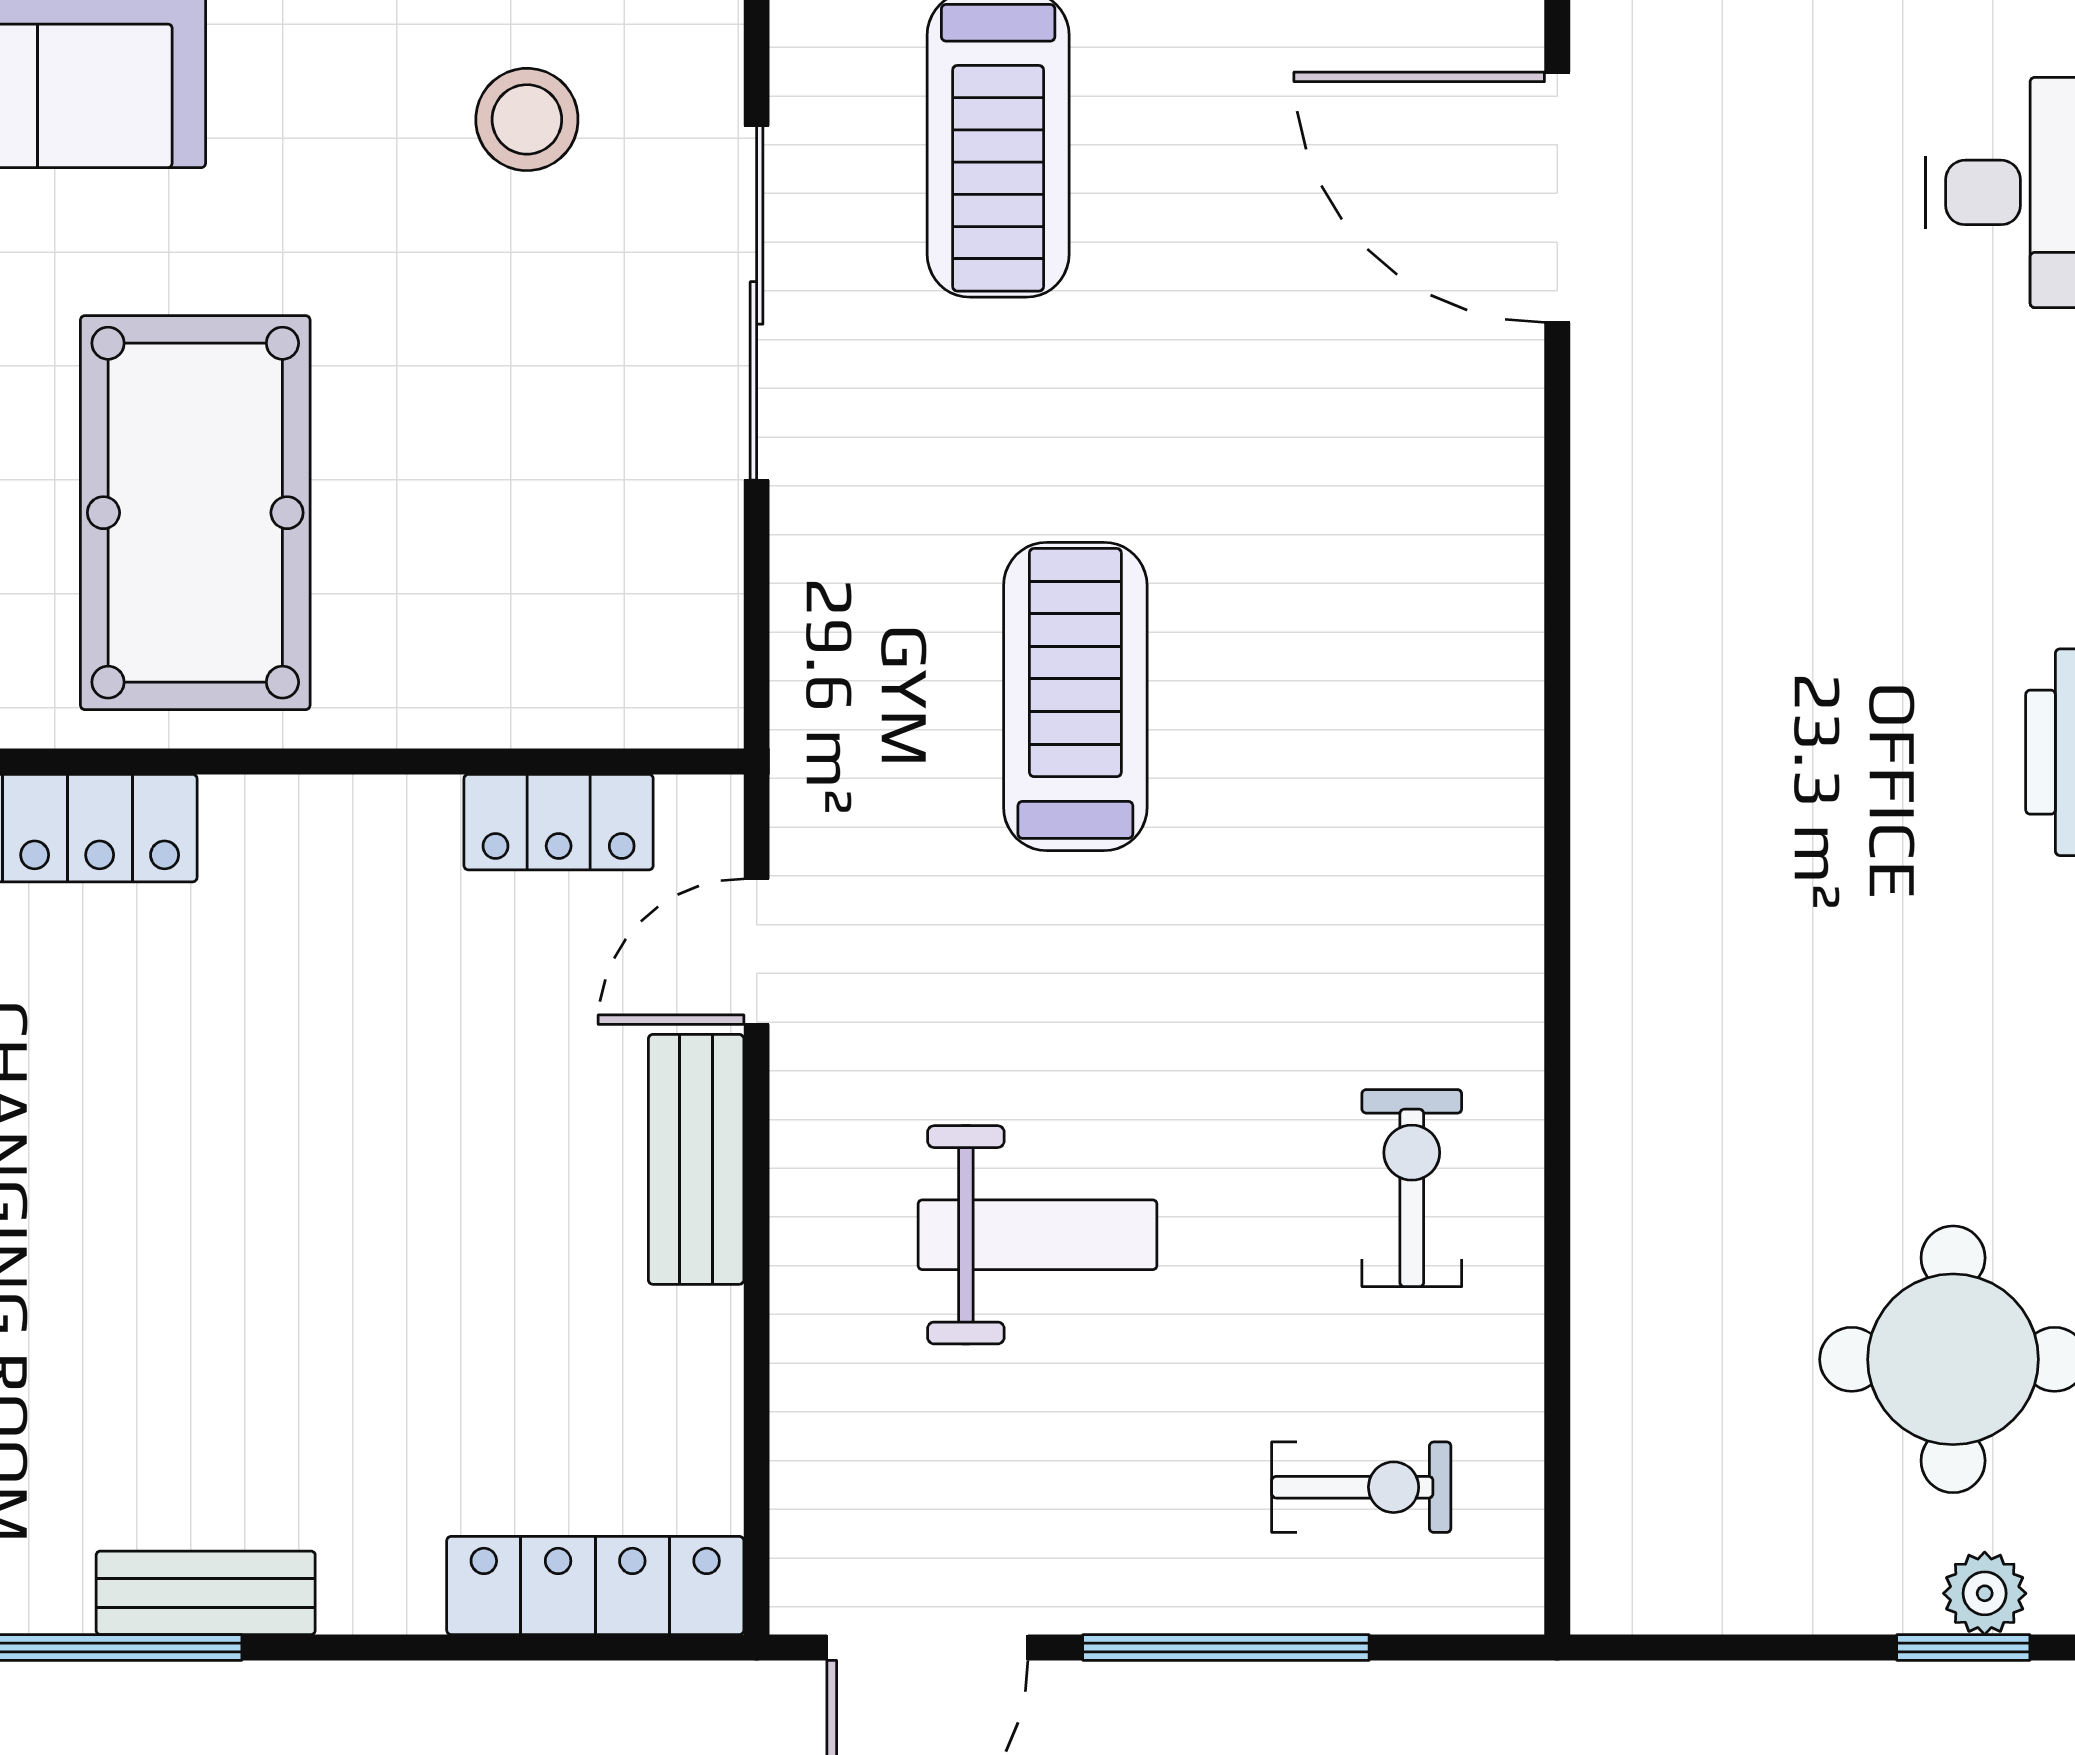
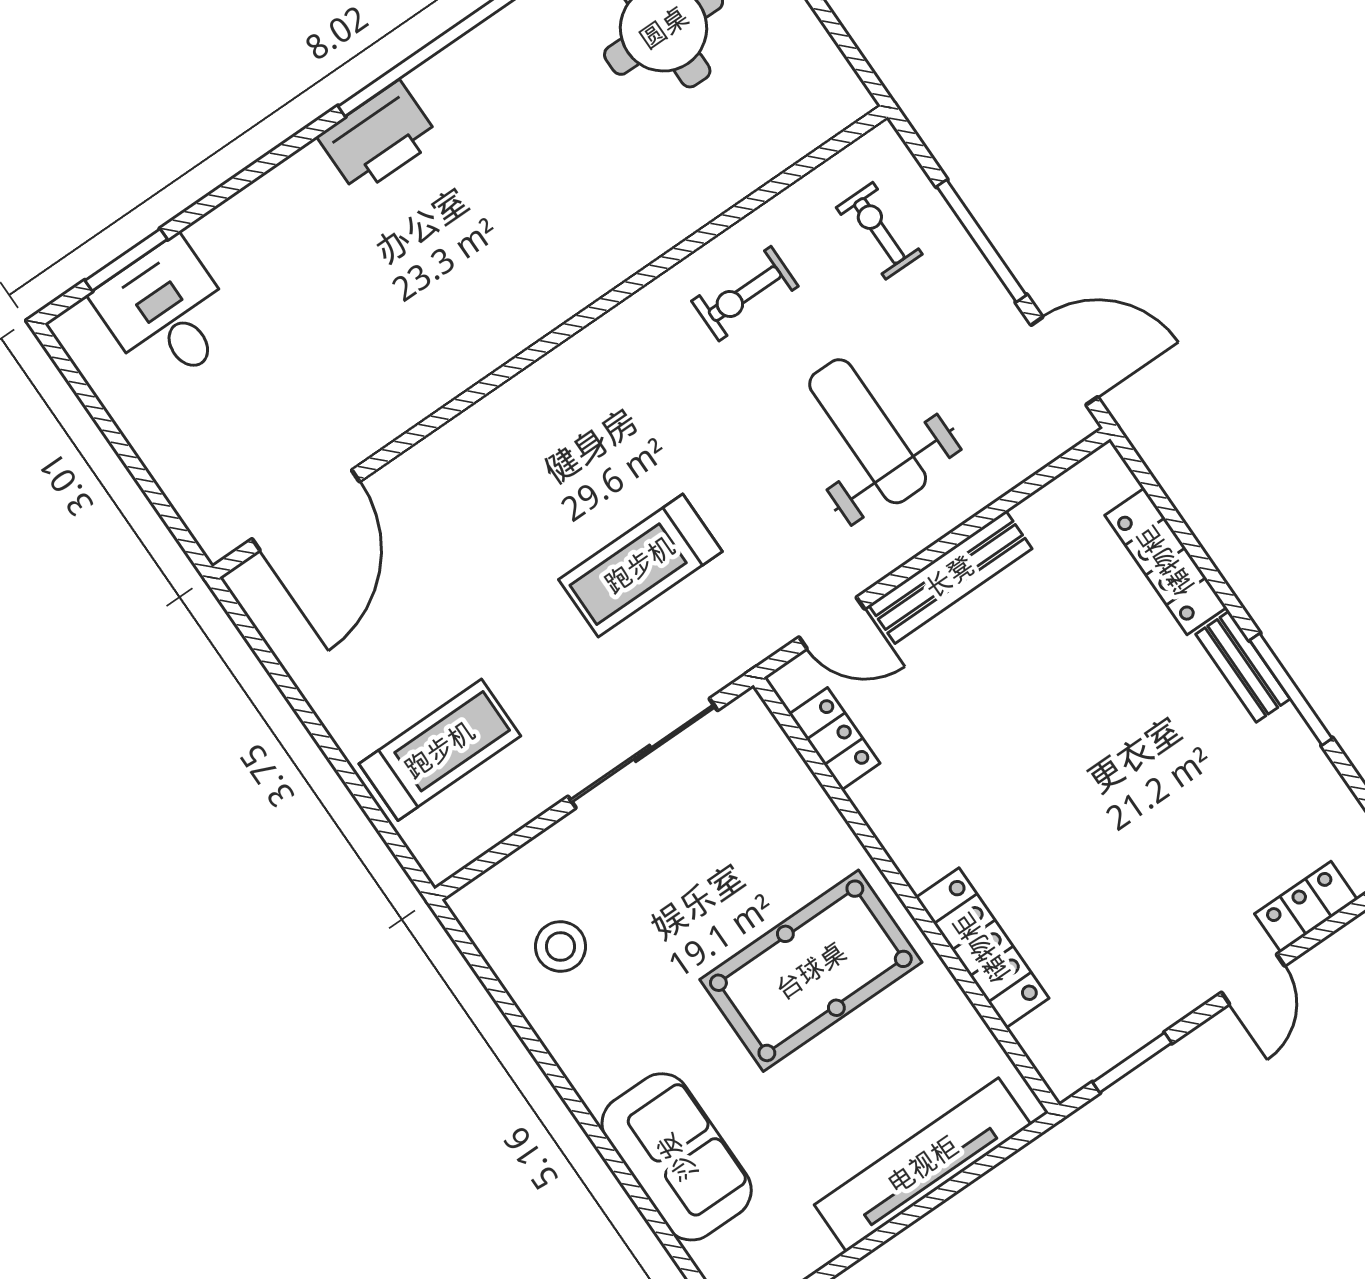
sliding door: (757, 303) -> (643, 753), moved
bench: (696, 1159) -> (950, 577), width x1.36
weight bench: (1038, 1235) -> (868, 431), width x1.36, depth x1.33
locker: (595, 1586) -> (1166, 561), moved

